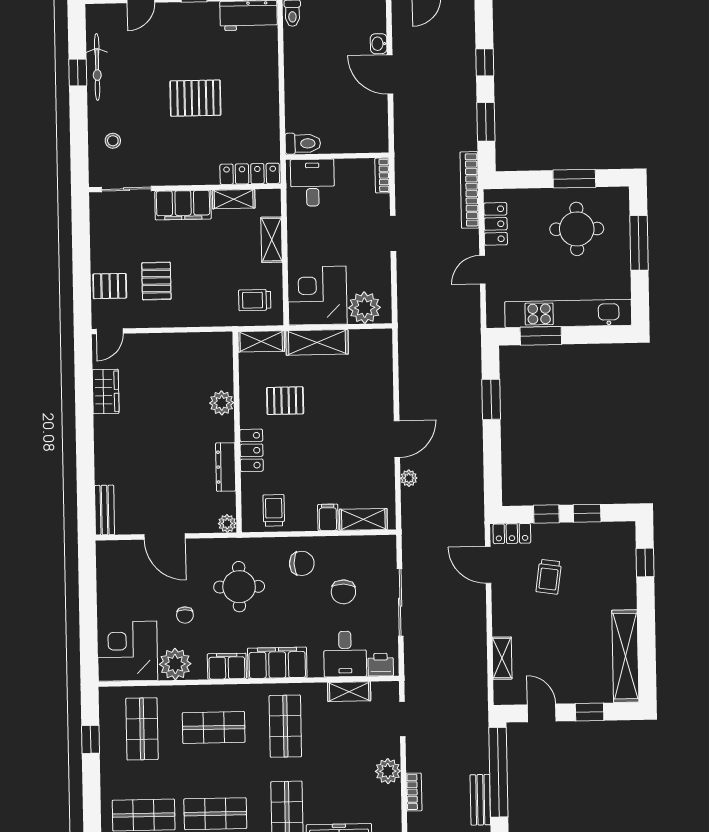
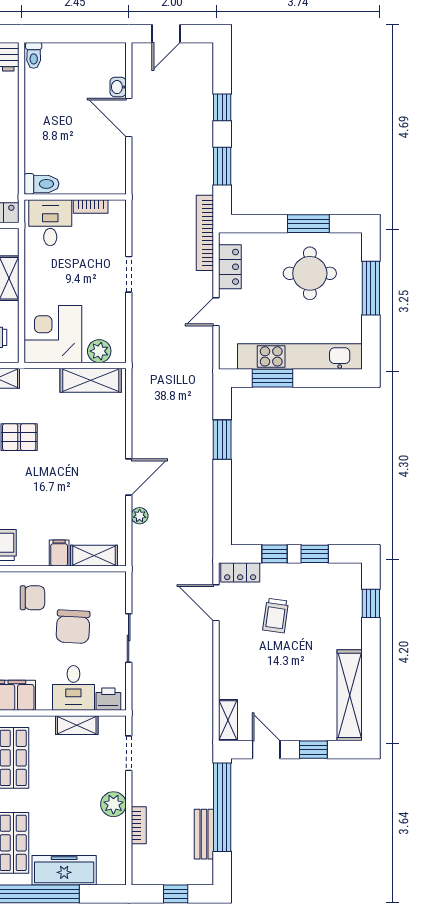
bookcase: (382, 175) -> (91, 207), moved, turned -90
plant: (365, 308) -> (99, 351), width x0.73, depth x0.73
shelving: (317, 342) -> (91, 380), moved
chair: (343, 592) -> (73, 627), width x1.37, depth x1.37
sliding door: (400, 602) -> (129, 638), width x0.73
shelving: (502, 658) -> (228, 720), moved

